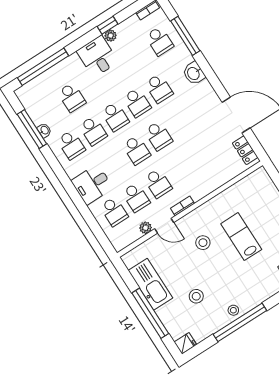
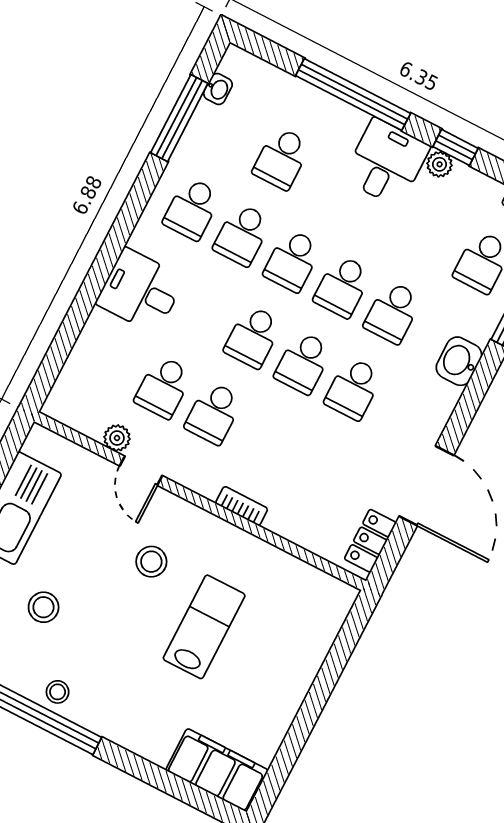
window: (43, 67) -> (353, 95), moved
washbasin: (44, 130) -> (218, 89), moved
bookcase: (182, 206) -> (242, 506), moved
school desk: (114, 212) -> (353, 389), moved

